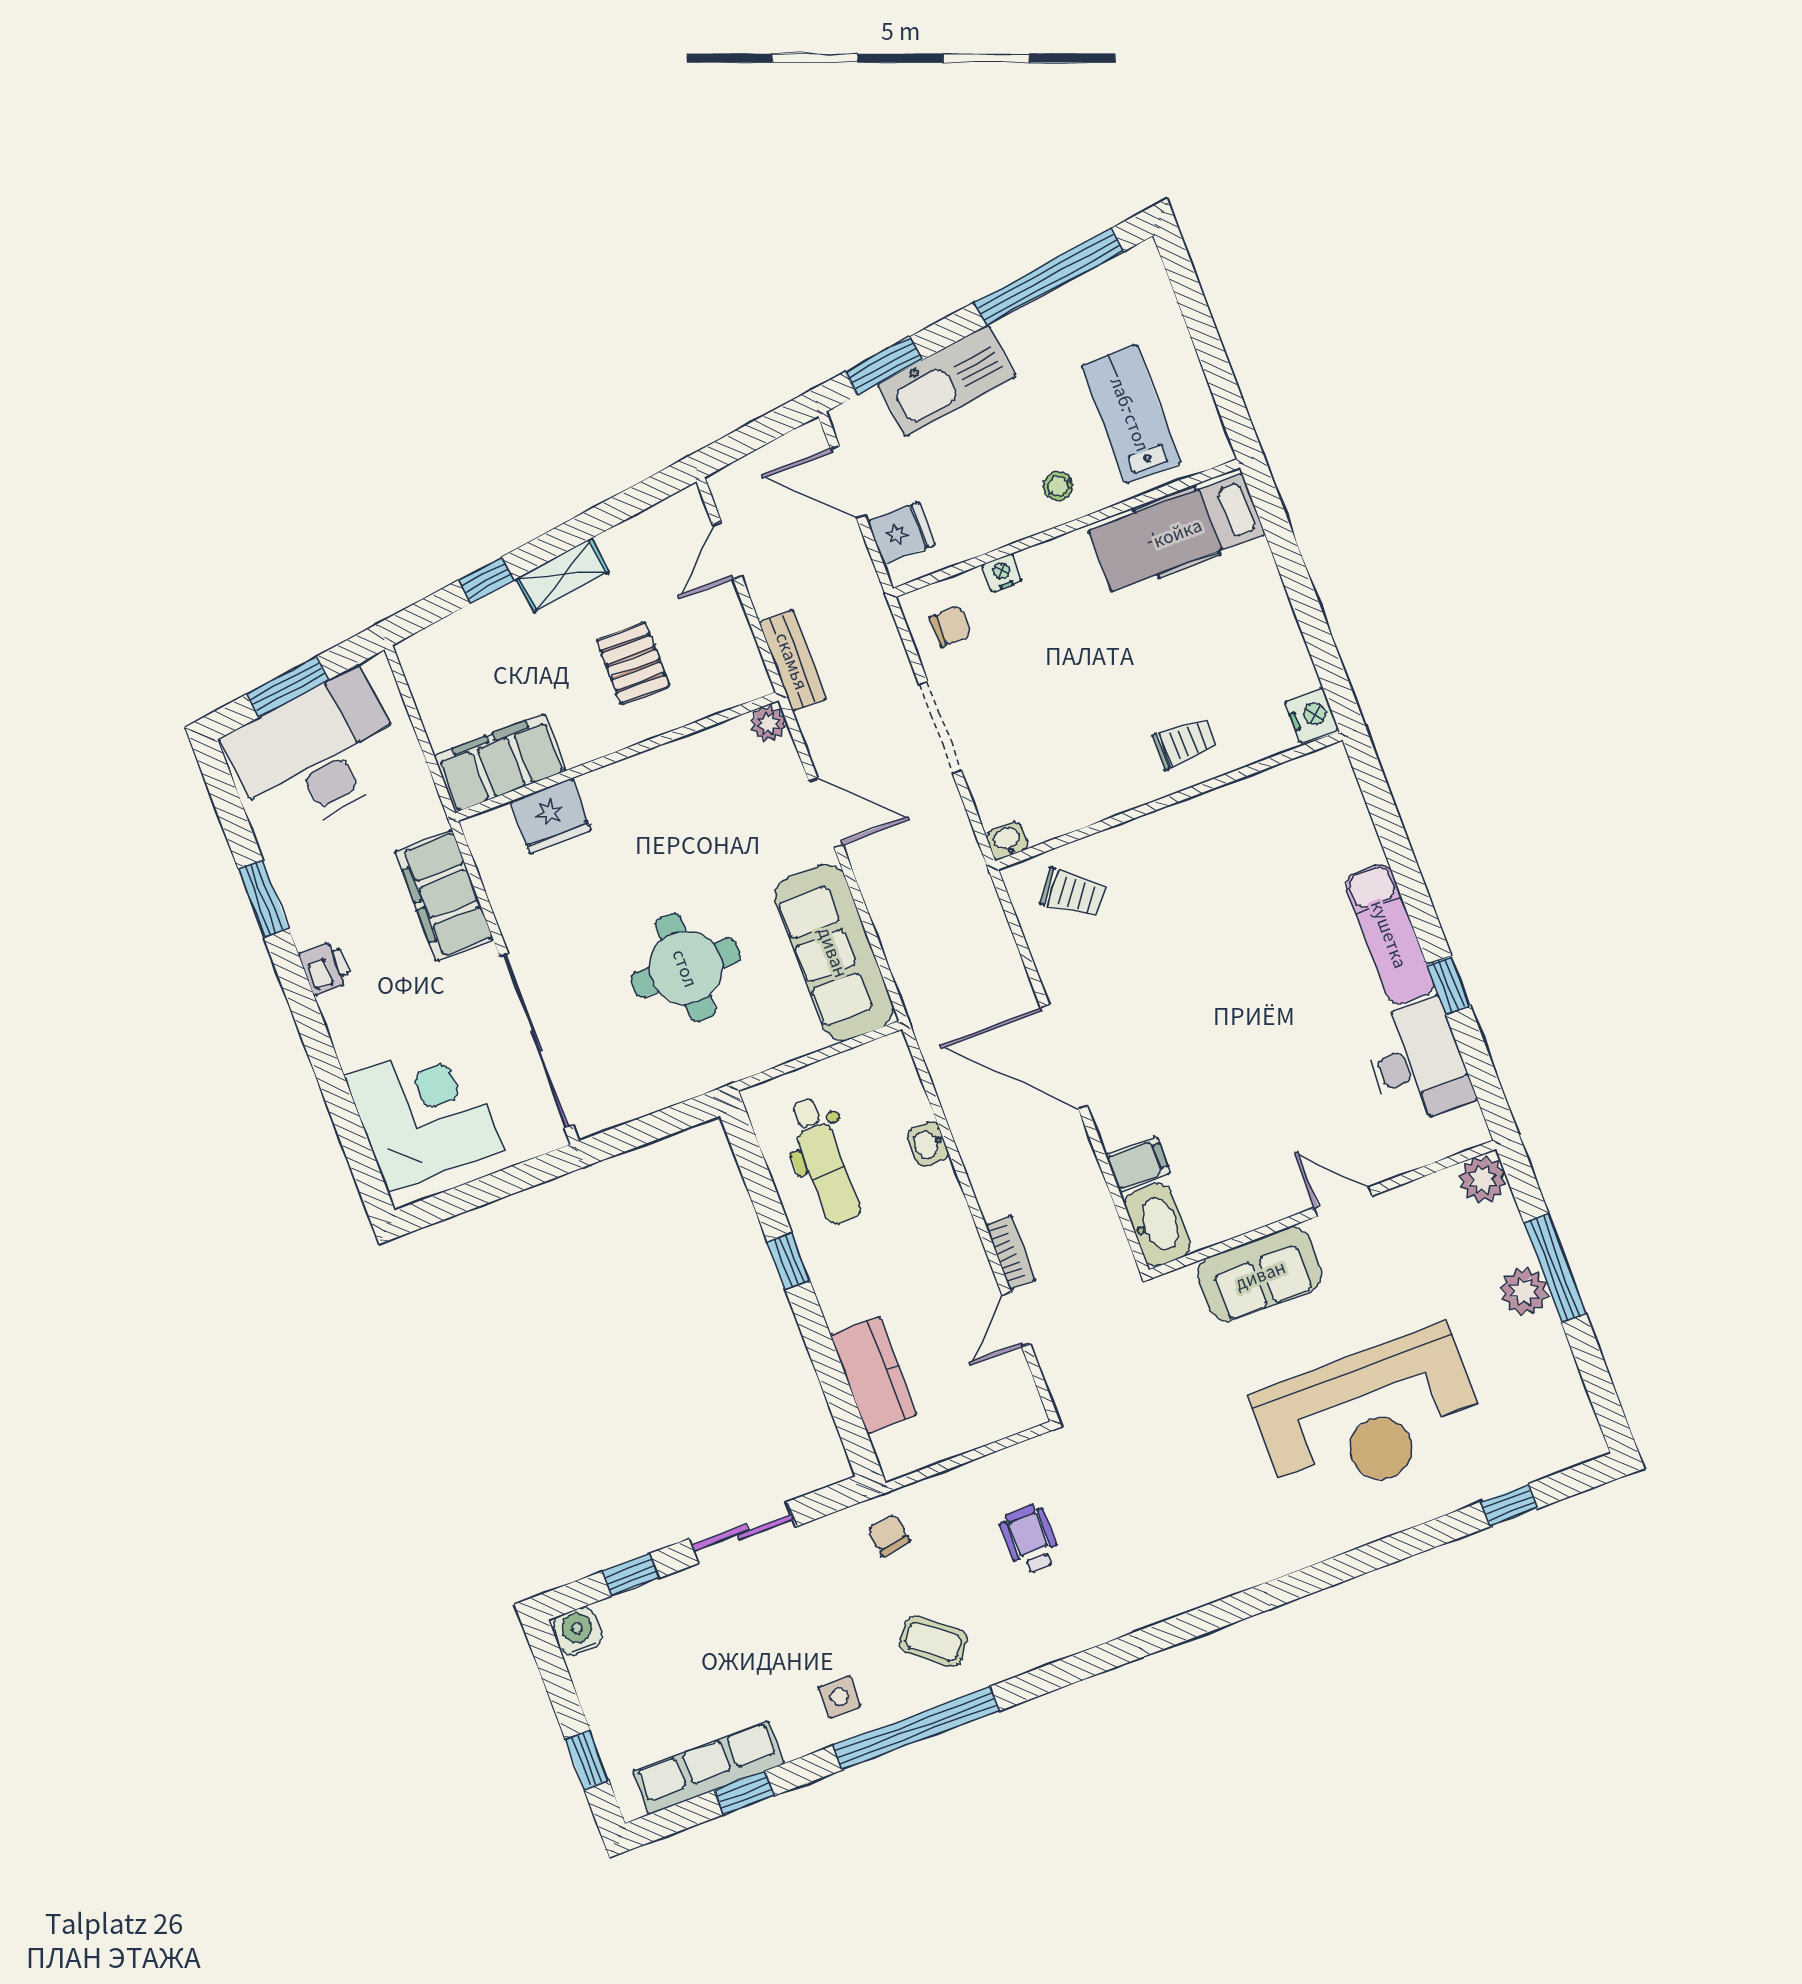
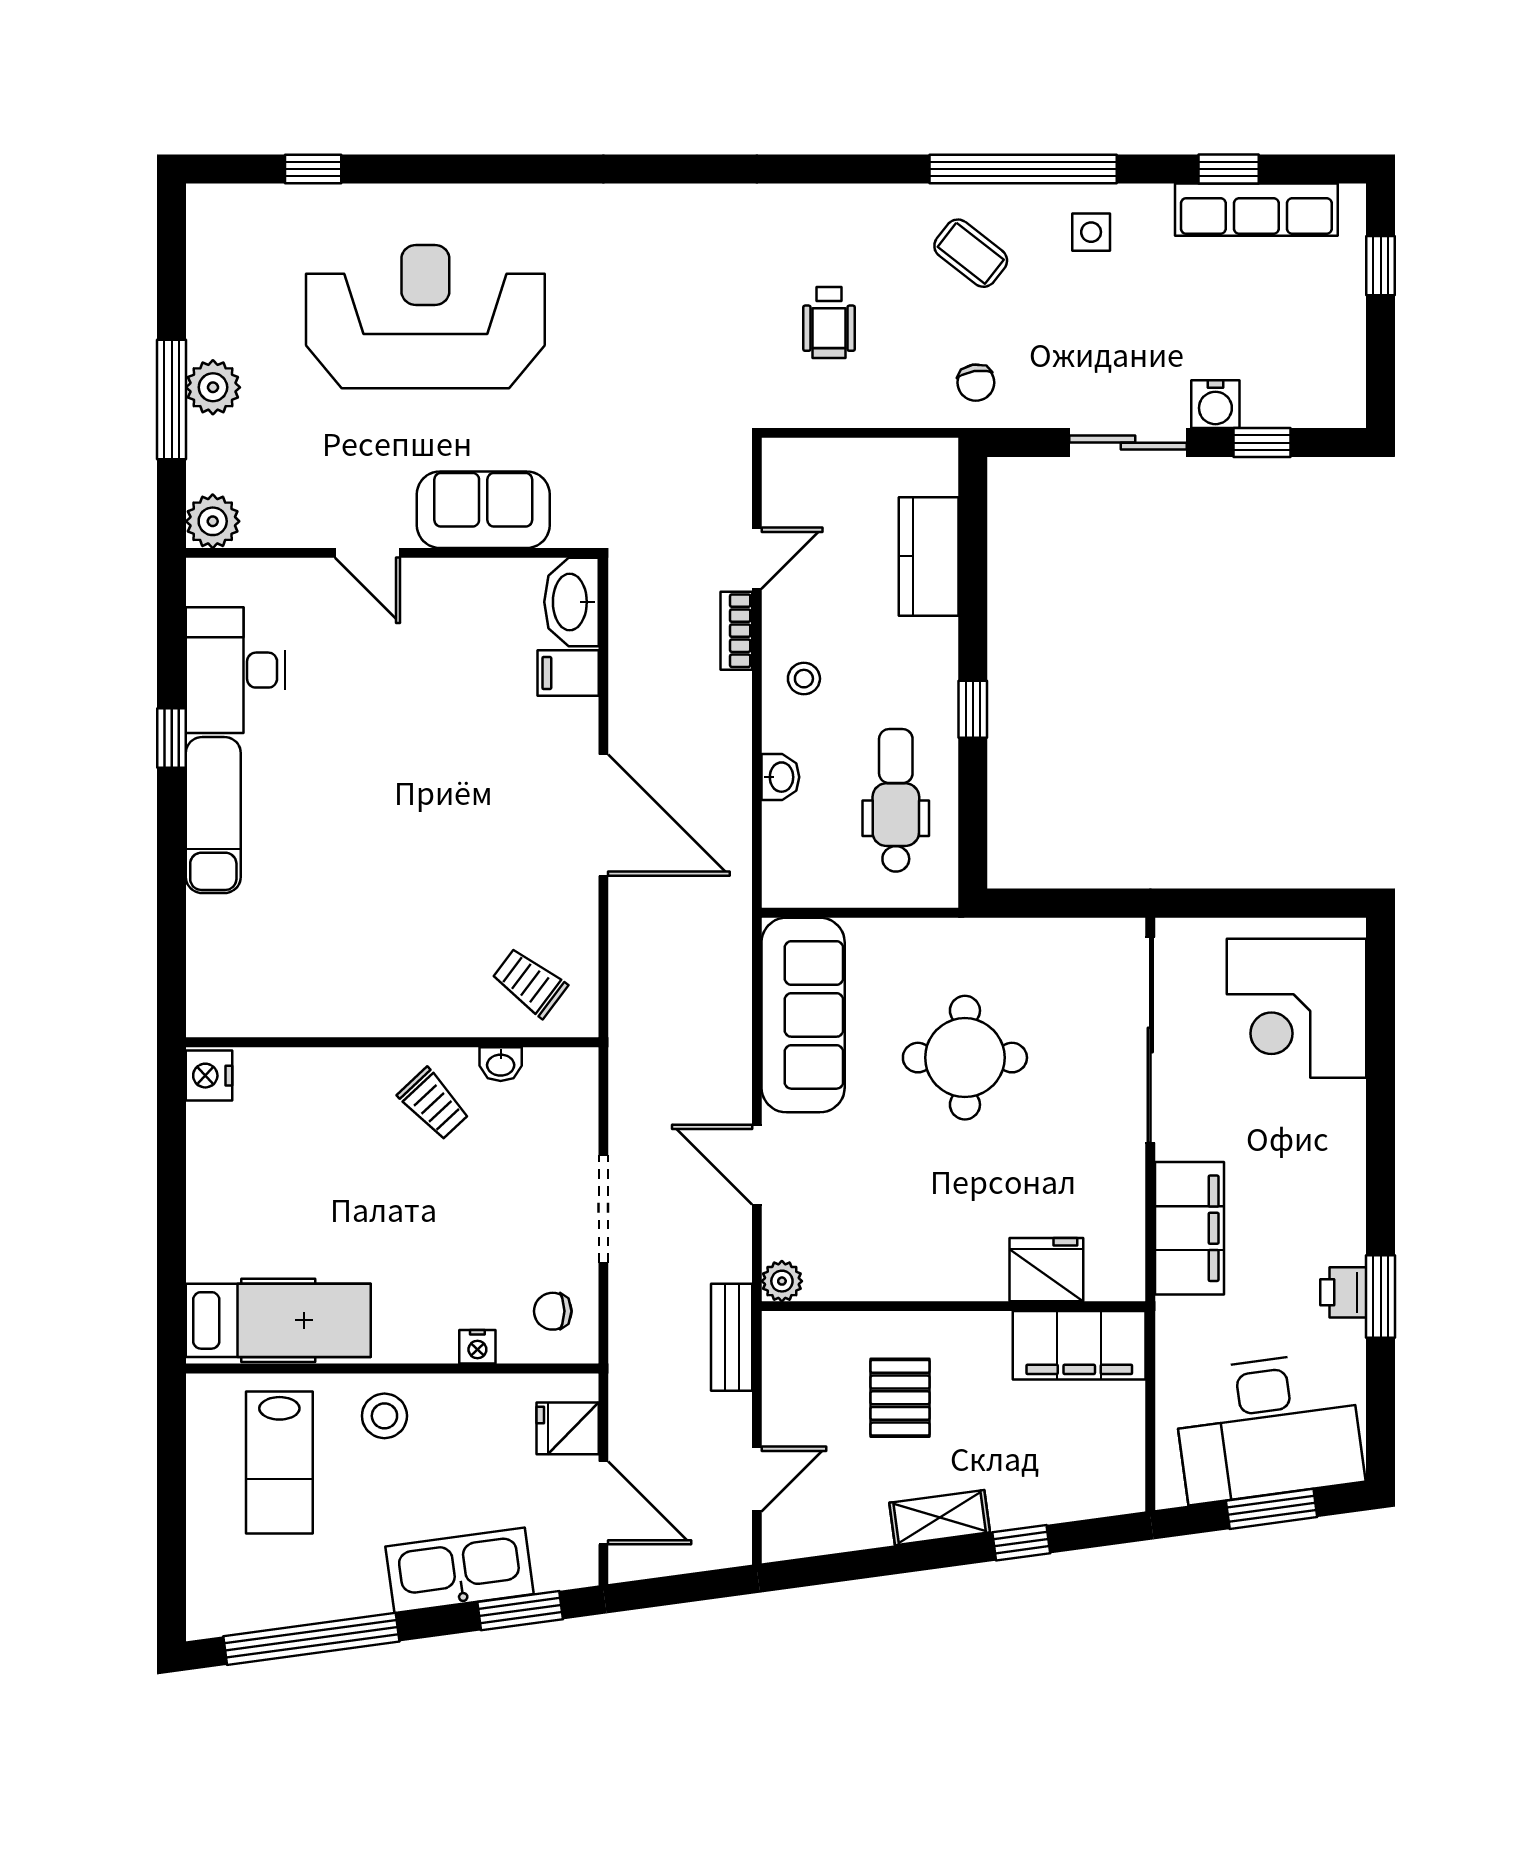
stool: (1058, 486) -> (384, 1416), width x1.37, depth x1.37
trolley: (1185, 743) -> (434, 1104), moved, turned -133
washbasin: (1007, 840) -> (501, 1064), moved
printer: (325, 968) -> (1343, 1292), moved
stool: (939, 1234) -> (804, 679), added
water cooler: (578, 1631) -> (1215, 404), moved

